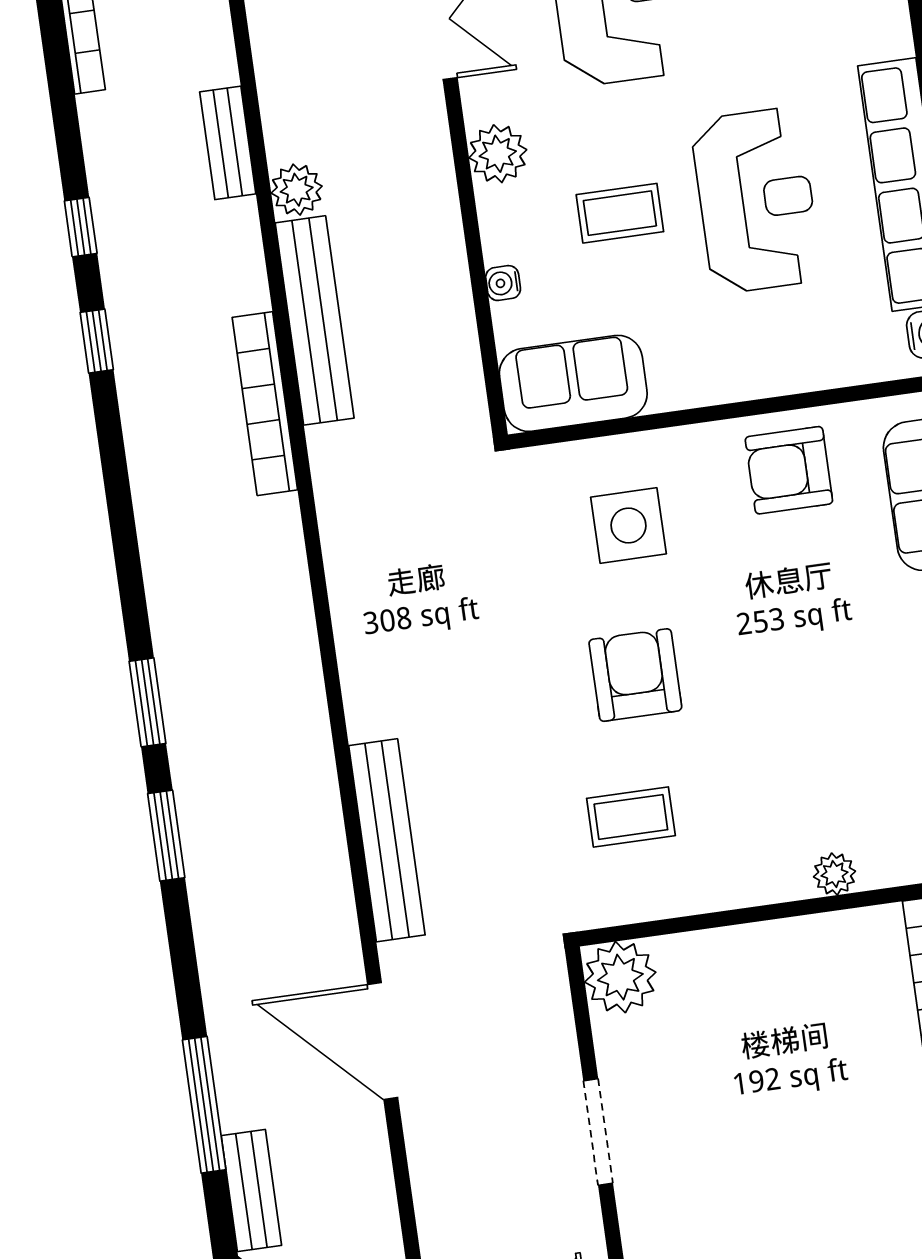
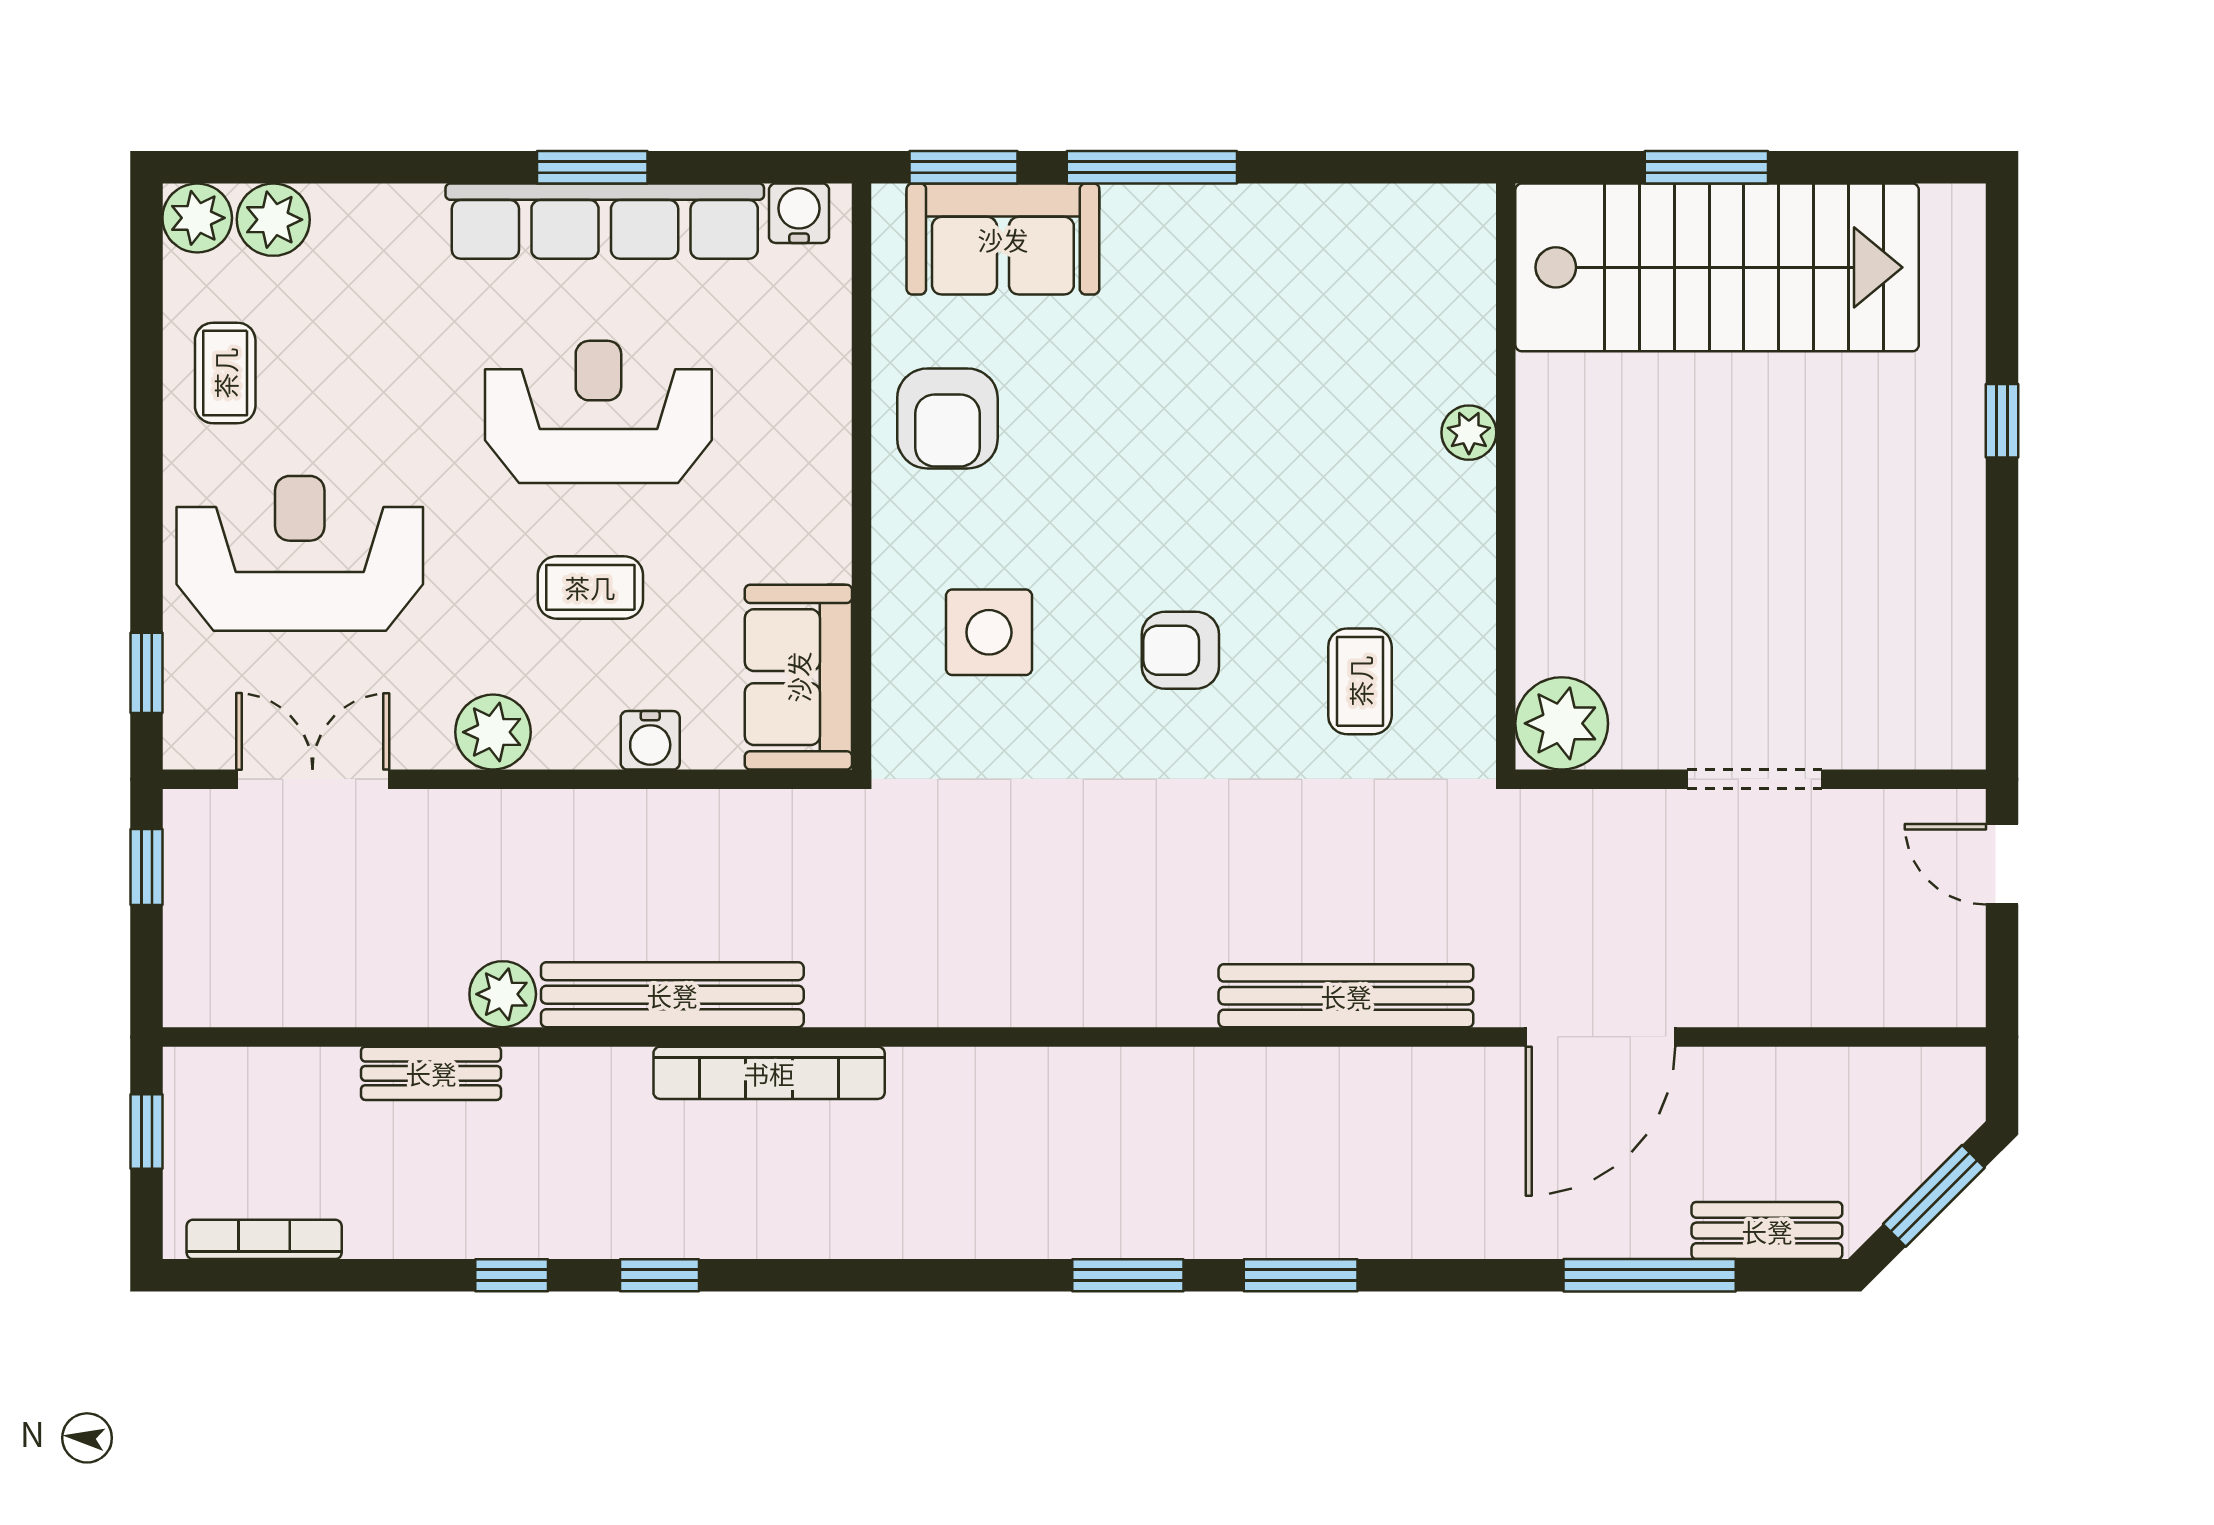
coffee table: (620, 213) -> (590, 587), turned 90
water cooler: (503, 283) -> (650, 740), width x1.38, depth x1.38
armchair: (635, 675) -> (1180, 650), width x0.72, depth x0.72

